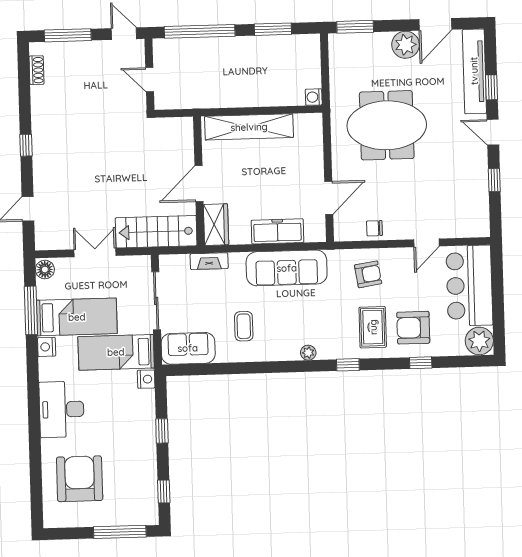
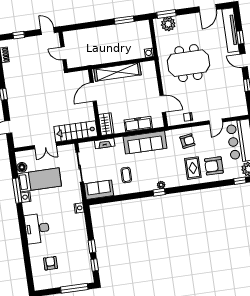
window: (200, 31) -> (86, 25), removed
window: (68, 35) -> (19, 35), width x0.46
plant: (406, 45) -> (168, 24), moved
door: (199, 184) -> (93, 92), moved
door: (329, 198) -> (163, 104), hinge flipped
double door: (95, 253) -> (45, 146), swing flipped
floor lamp: (45, 270) -> (22, 167), moved
window: (31, 310) -> (17, 191), moved
bed: (116, 352) -> (62, 196), removed
window: (421, 363) -> (240, 181), moved
window: (348, 365) -> (159, 192), moved
window: (162, 431) -> (92, 246), moved
armchair: (80, 479) -> (50, 263), width x0.53, depth x0.53

